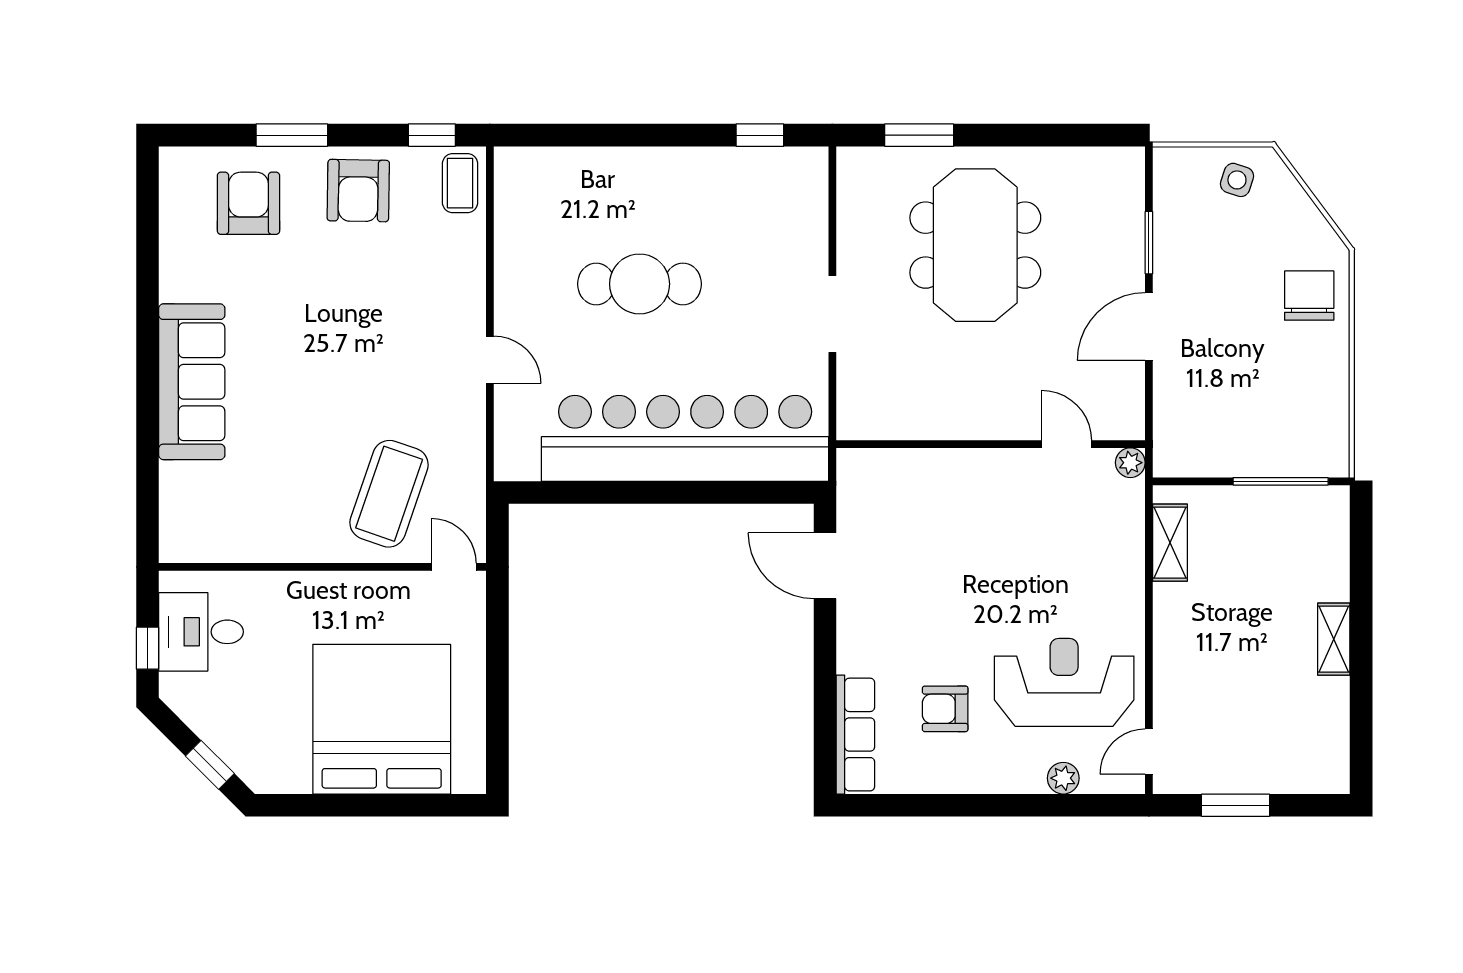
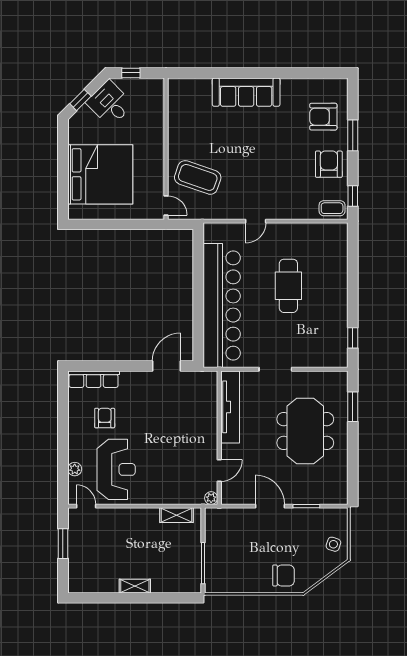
armchair: (358, 191) -> (329, 164), turned 89
armchair: (248, 203) -> (323, 117), turned 180
meeting table: (975, 245) -> (305, 431), turned 90
tv unit: (920, 419) -> (230, 407), added
door: (454, 567) -> (166, 205), hinge flipped
desk: (201, 632) -> (110, 103), moved, turned -45

